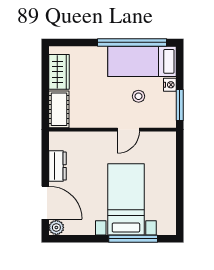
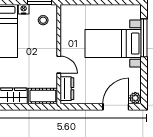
stool: (139, 96) -> (43, 20), moved
door: (128, 130) -> (59, 65), moved
dresser: (58, 166) -> (67, 89), moved, turned 90

